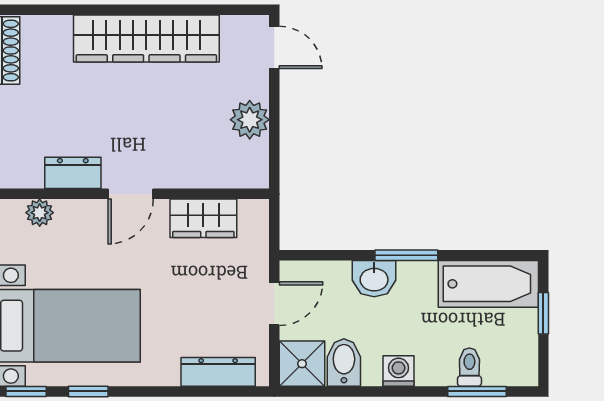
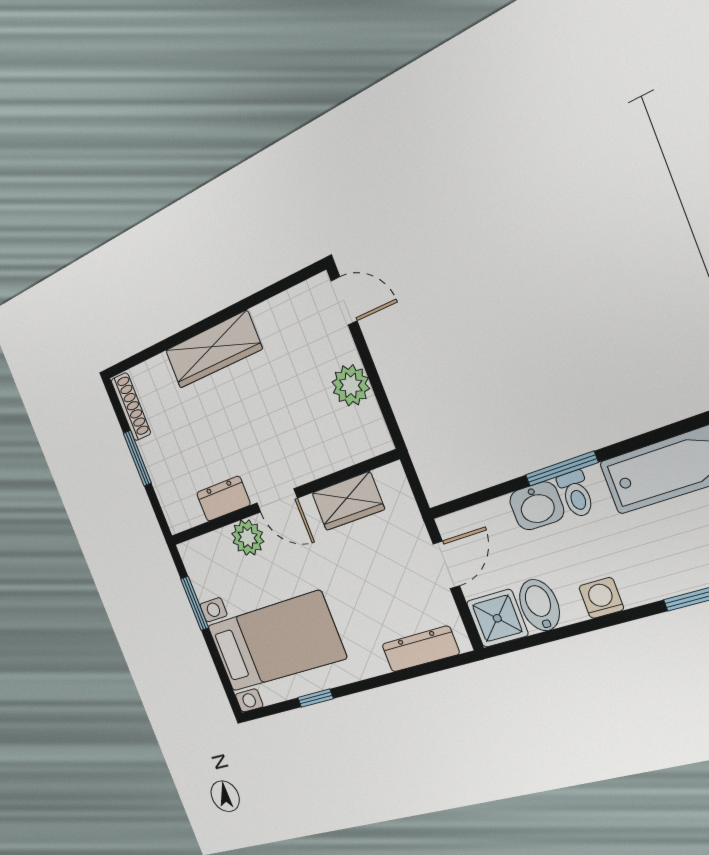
wardrobe: (146, 39) -> (213, 350), width x0.71, depth x0.85
door: (131, 194) -> (277, 501), hinge flipped
plant: (40, 213) -> (248, 538), moved, width x1.38, depth x1.38
toilet: (469, 367) -> (576, 494), moved, turned 180
window: (26, 391) -> (266, 711), removed

